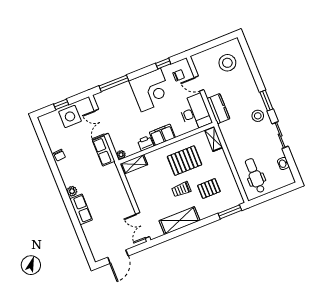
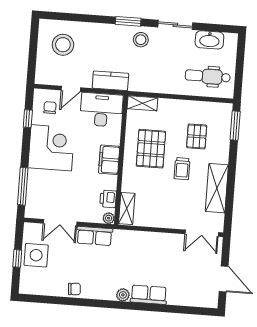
printer: (145, 143) -> (108, 199), moved
washbasin: (283, 163) -> (209, 40), width x1.91, depth x1.45

